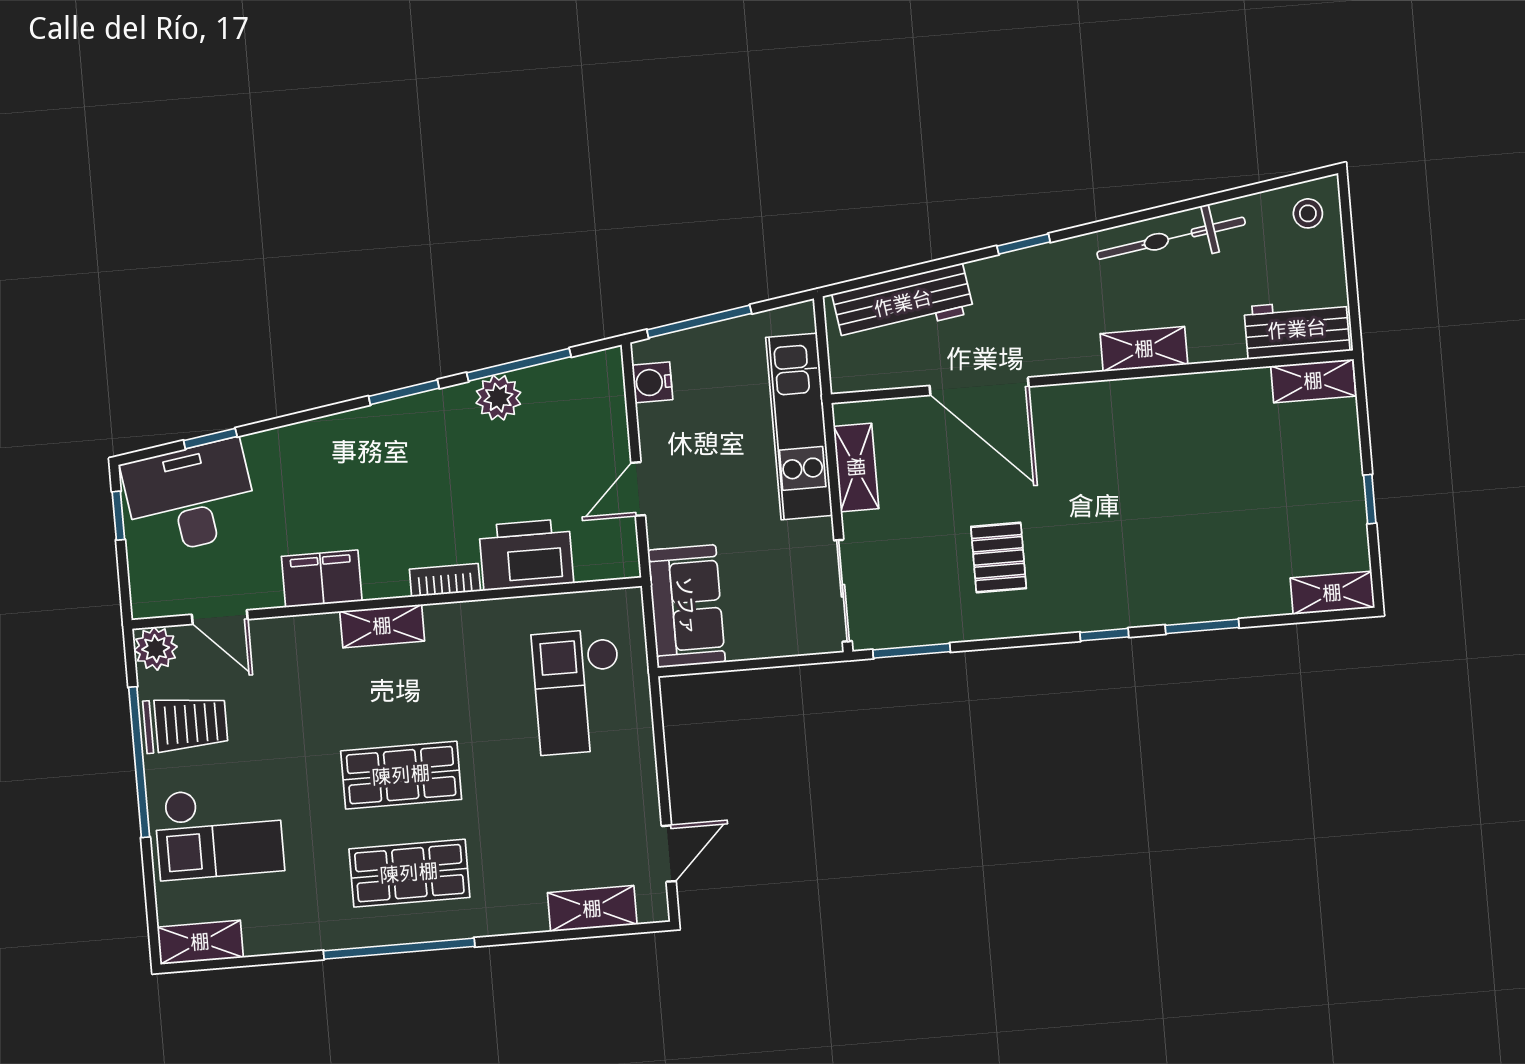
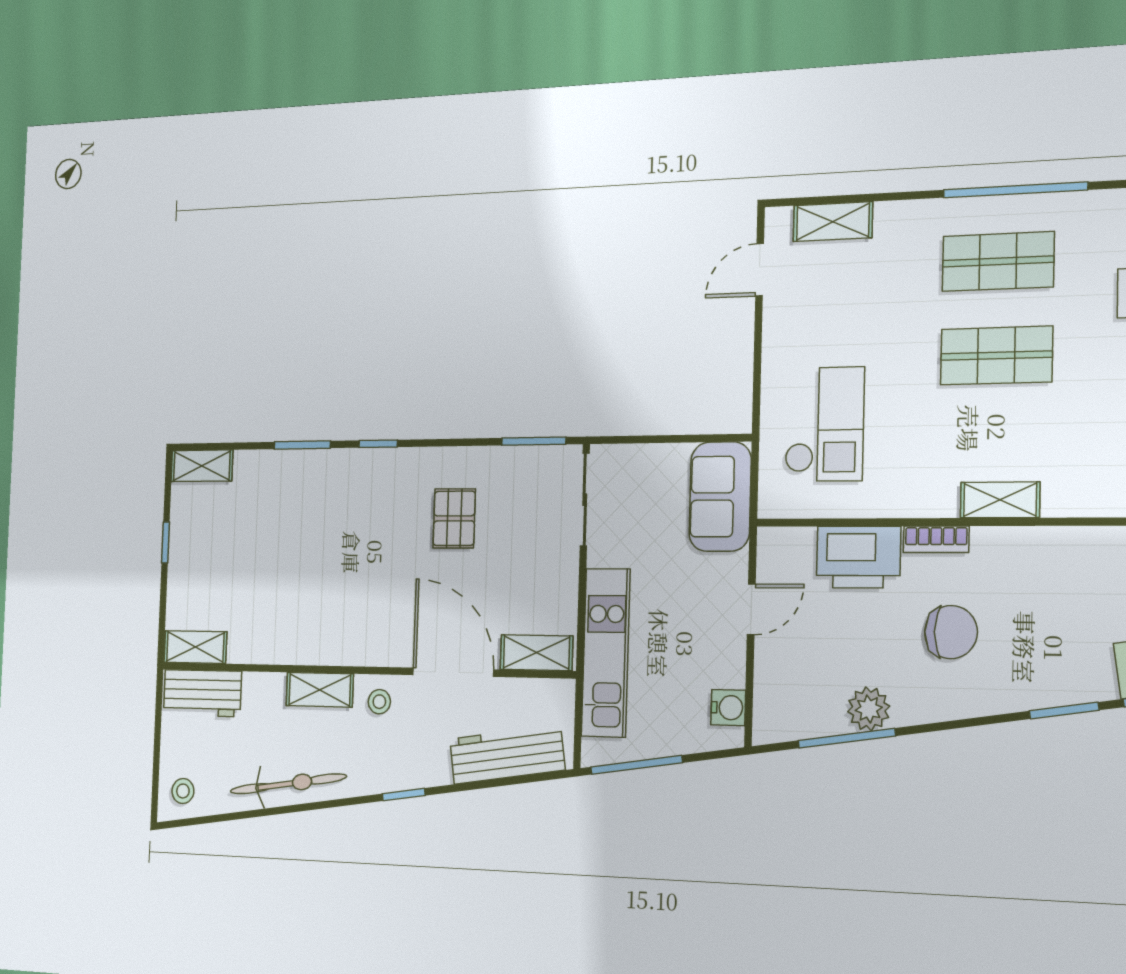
window: (699, 322) -> (636, 765), moved
stool: (1067, 344) -> (379, 702), added
window: (404, 392) -> (1064, 711), moved
shelving: (856, 467) -> (536, 653), moved, turned 90
chair: (419, 486) -> (951, 632), added
filing cabinet: (322, 579) -> (1054, 551), removed

